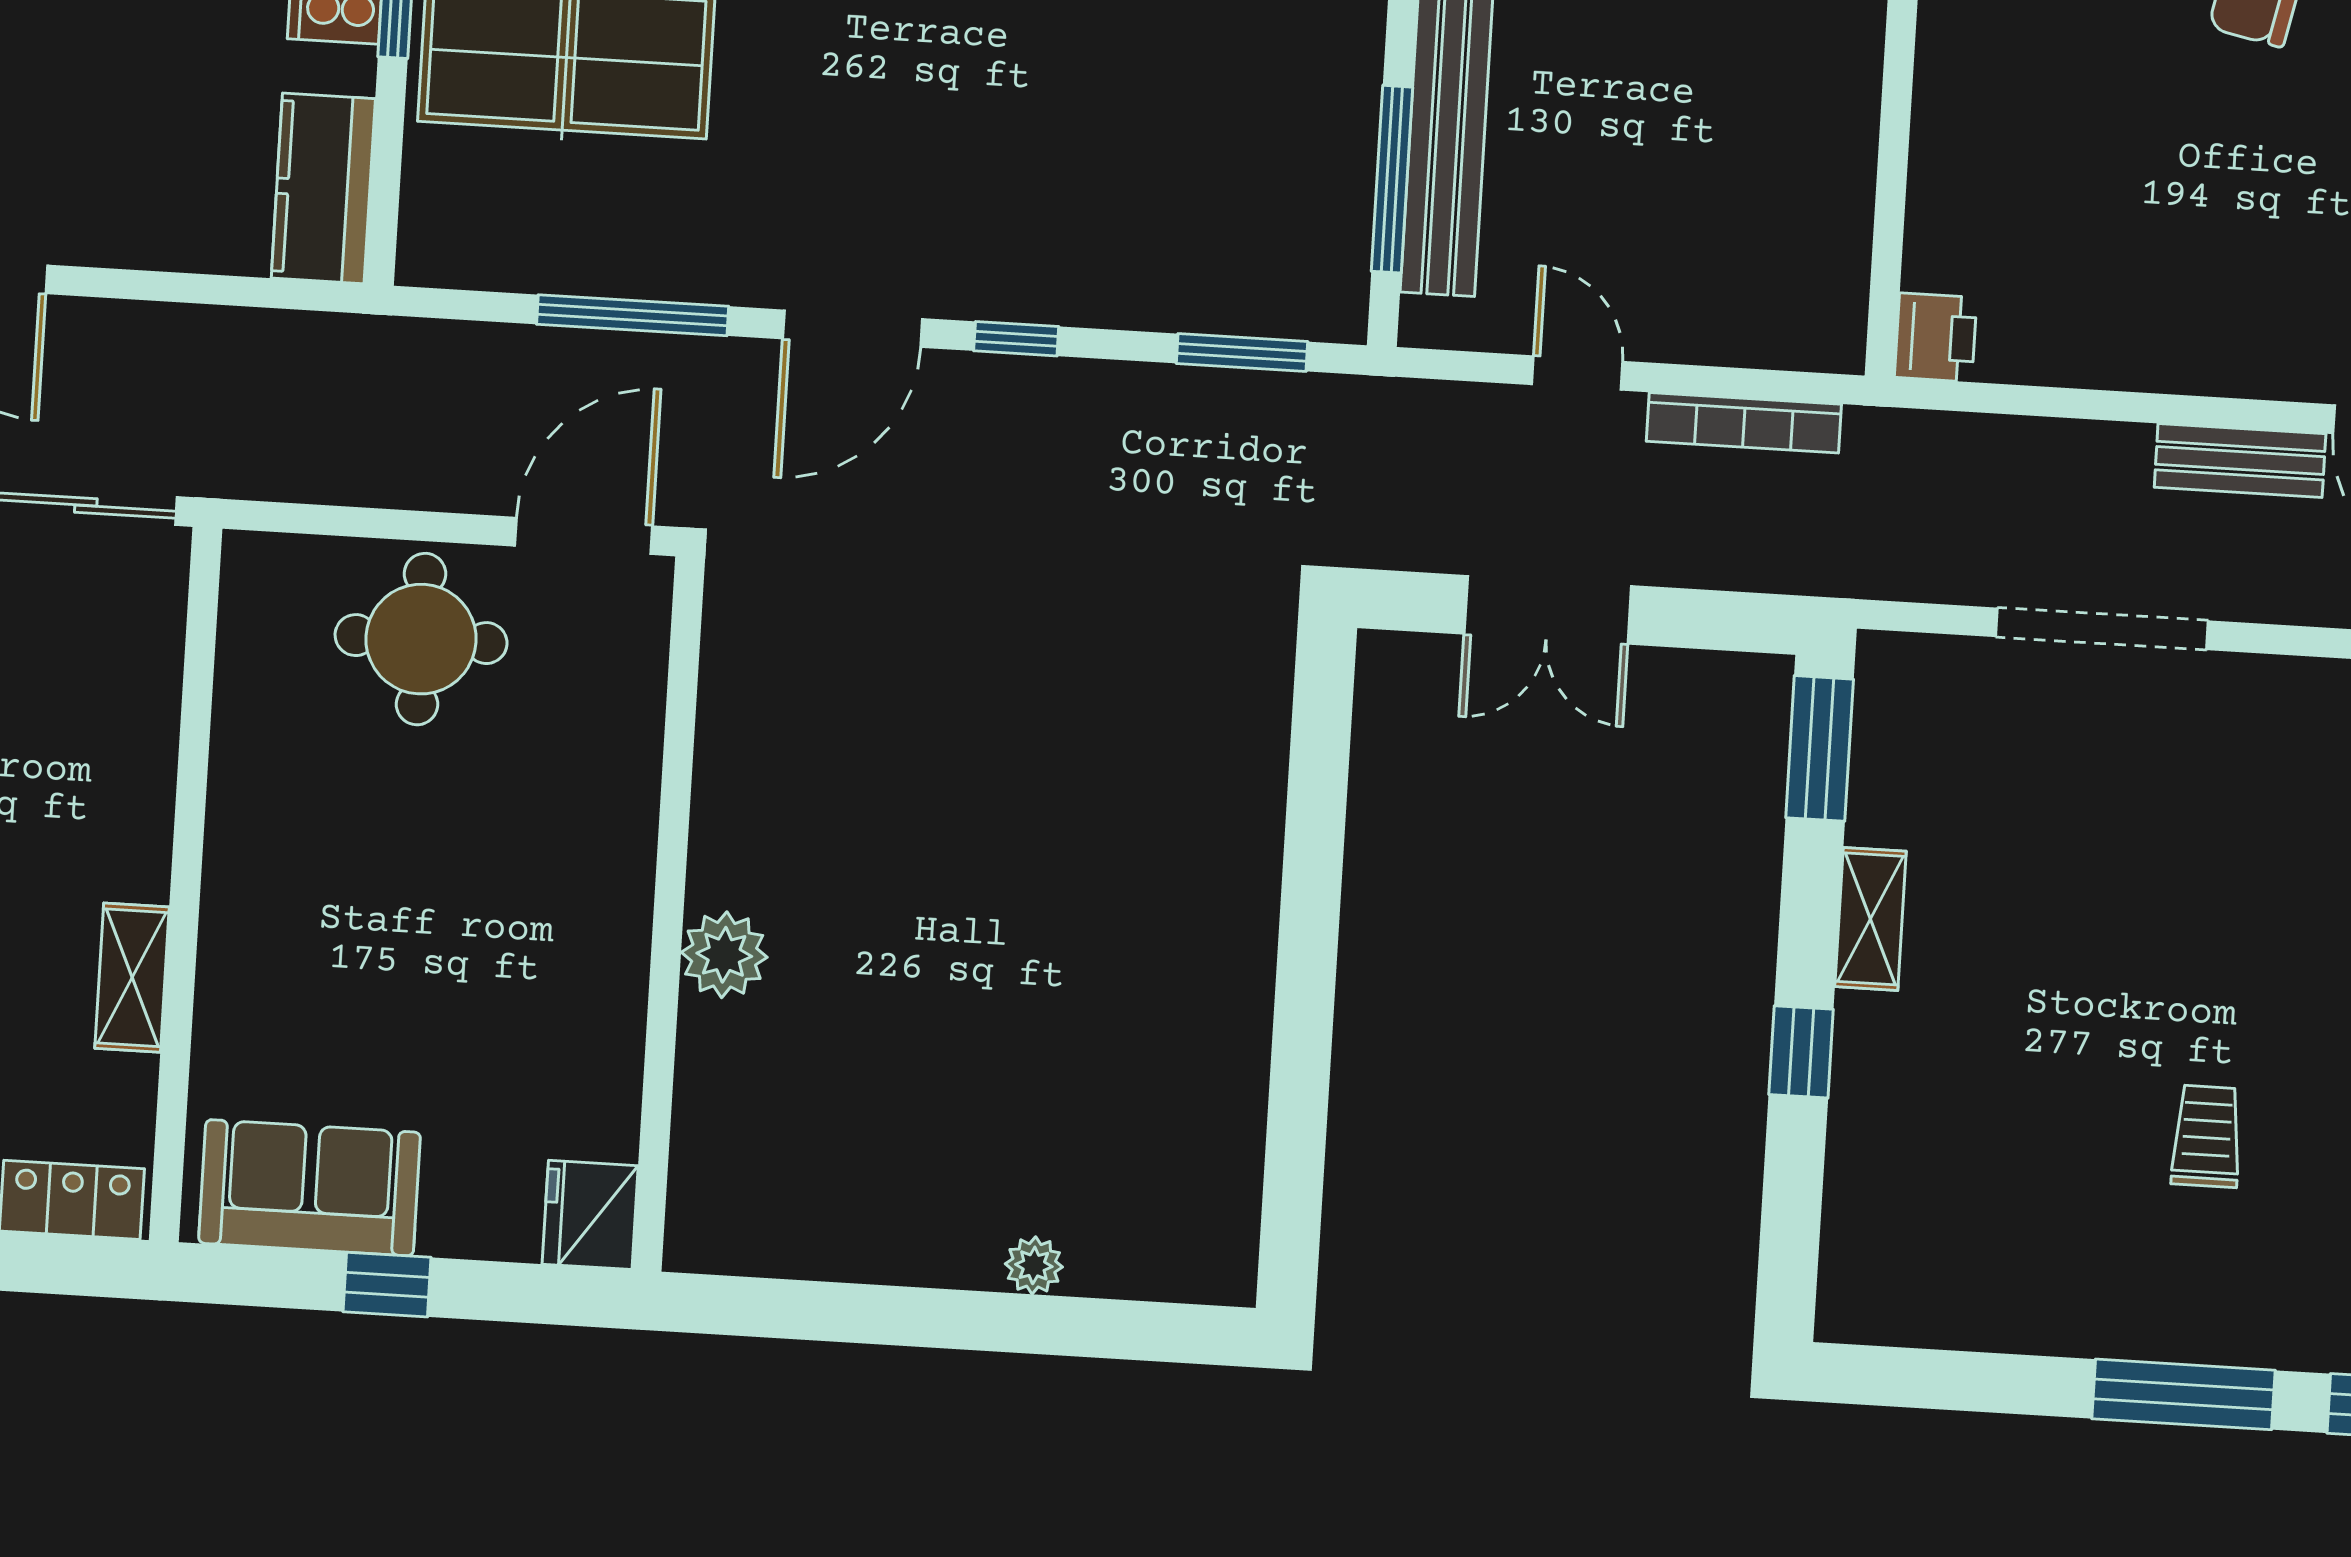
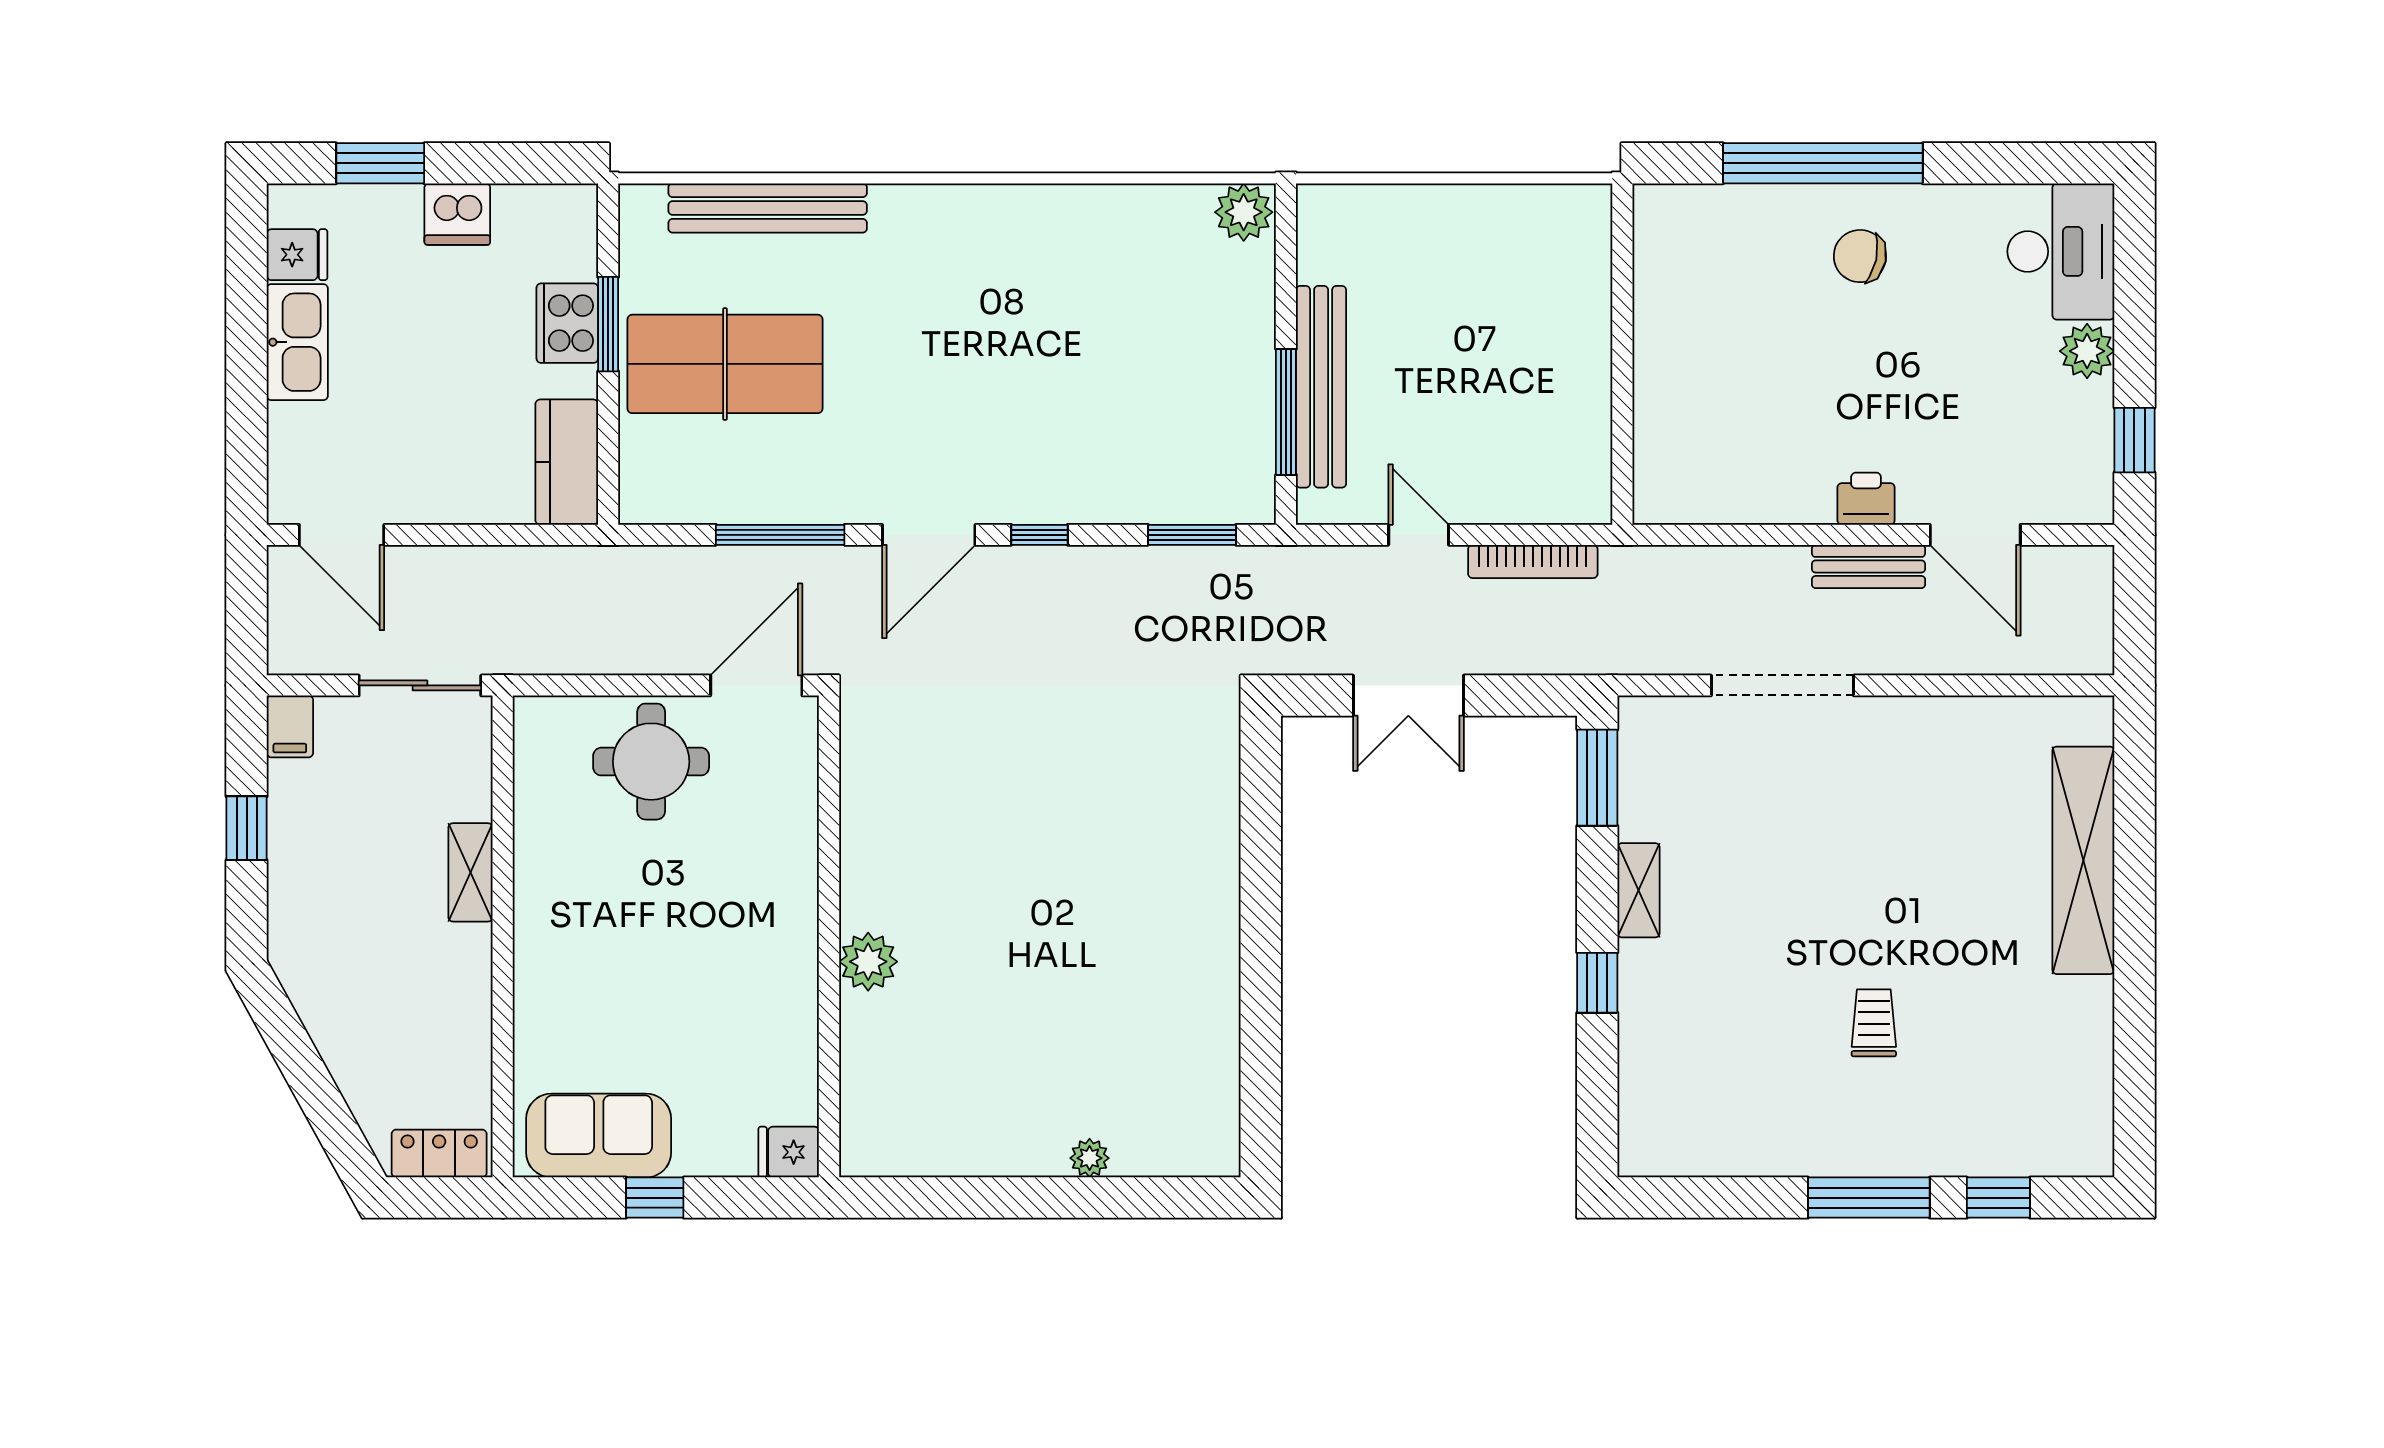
printer: (1936, 337) -> (1866, 499), moved, turned -90
shelving: (132, 978) -> (470, 872), moved
fridge: (590, 1215) -> (789, 1152), width x0.72

